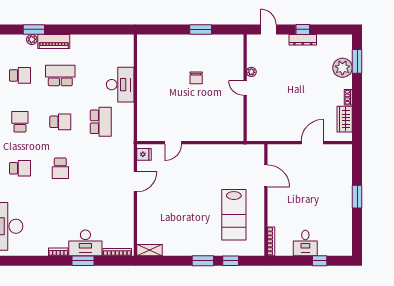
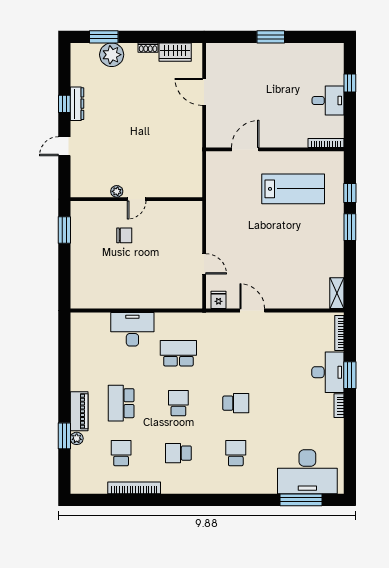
plant: (251, 72) -> (117, 191), moved
door: (245, 88) -> (137, 199), moved
wall: (245, 88) -> (136, 199), moved

